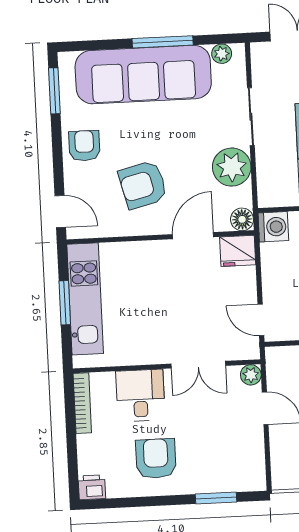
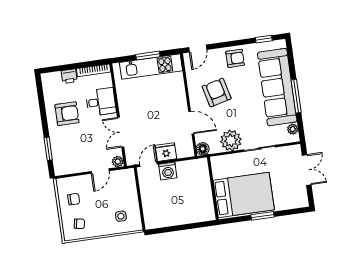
window: (54, 91) -> (264, 39), width x0.67
washing machine: (273, 227) -> (168, 171), moved
fridge: (238, 251) -> (166, 152), moved, turned 90
printer: (92, 487) -> (69, 76), moved, turned 90

